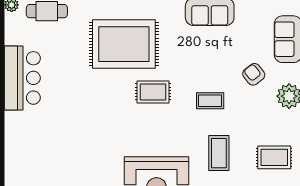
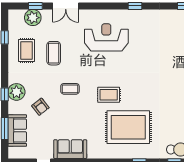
coffee table: (219, 153) -> (54, 53), moved
rug: (274, 157) -> (27, 50), turned 90

